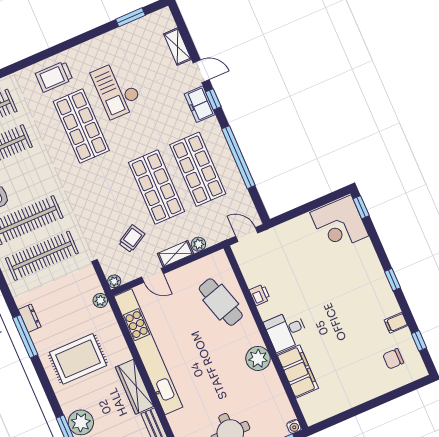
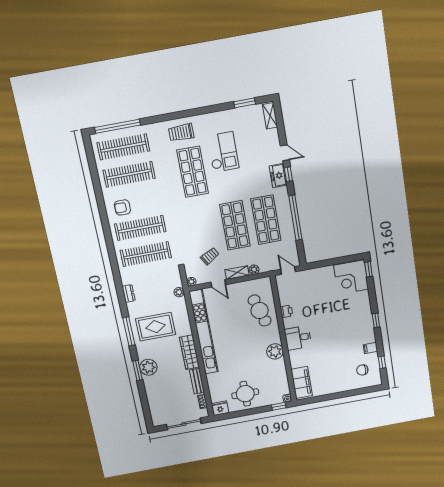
shelving: (177, 47) -> (270, 116), moved
checkout: (117, 89) -> (223, 152), turned 180
window: (25, 336) -> (129, 331), moved
filing cabinet: (298, 371) -> (302, 383), moved

